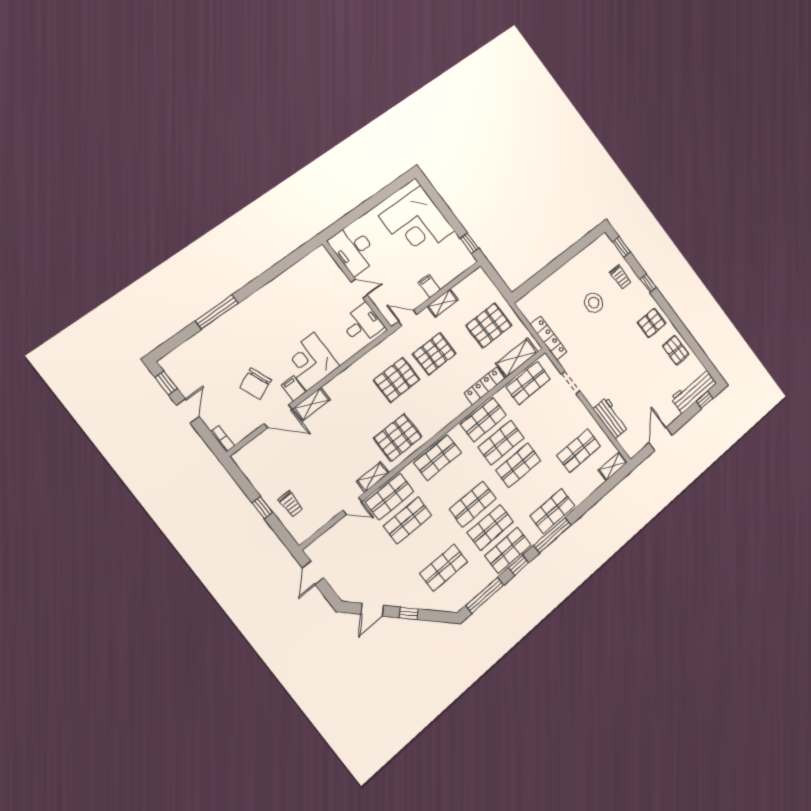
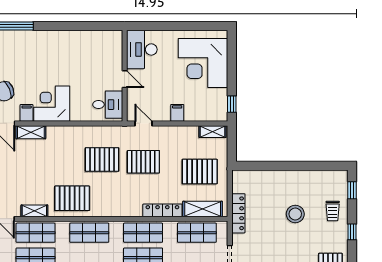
shelving: (443, 303) -> (213, 132), moved

